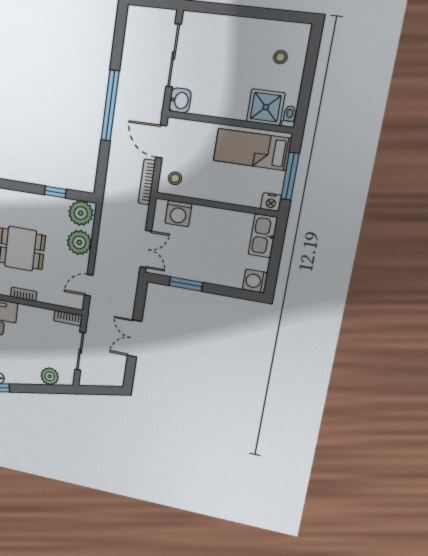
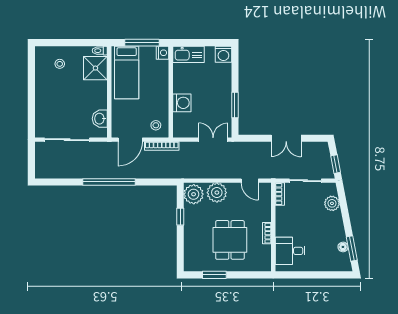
washbasin: (180, 100) -> (100, 119), moved, turned -90
washing machine: (178, 214) -> (182, 103), moved
window: (95, 390) -> (336, 164), added

